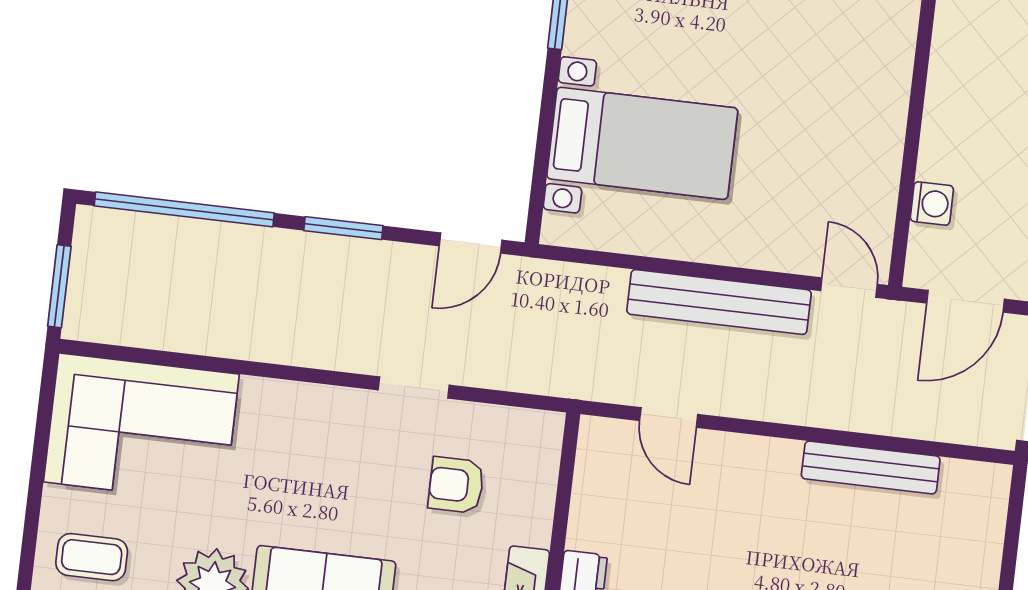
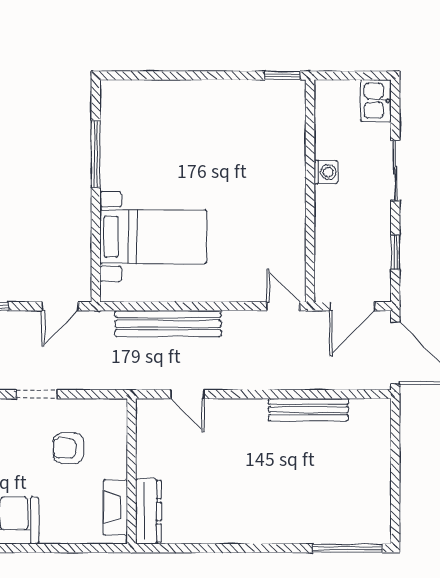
washing machine: (932, 204) -> (326, 172), moved
bench: (719, 302) -> (168, 324), moved

